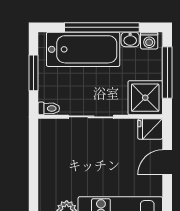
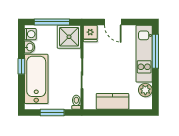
window: (102, 27) -> (21, 66), width x0.32
kitchen counter: (50, 162) -> (113, 101), added

